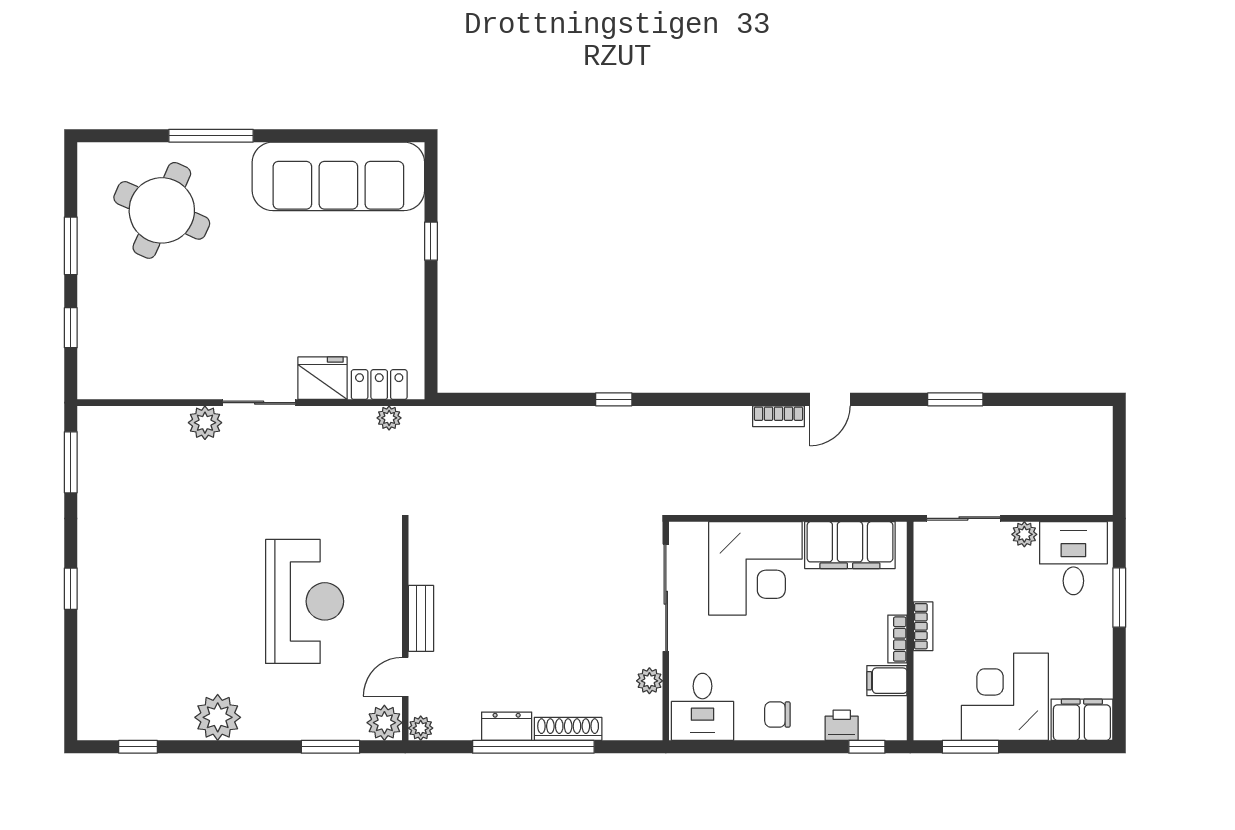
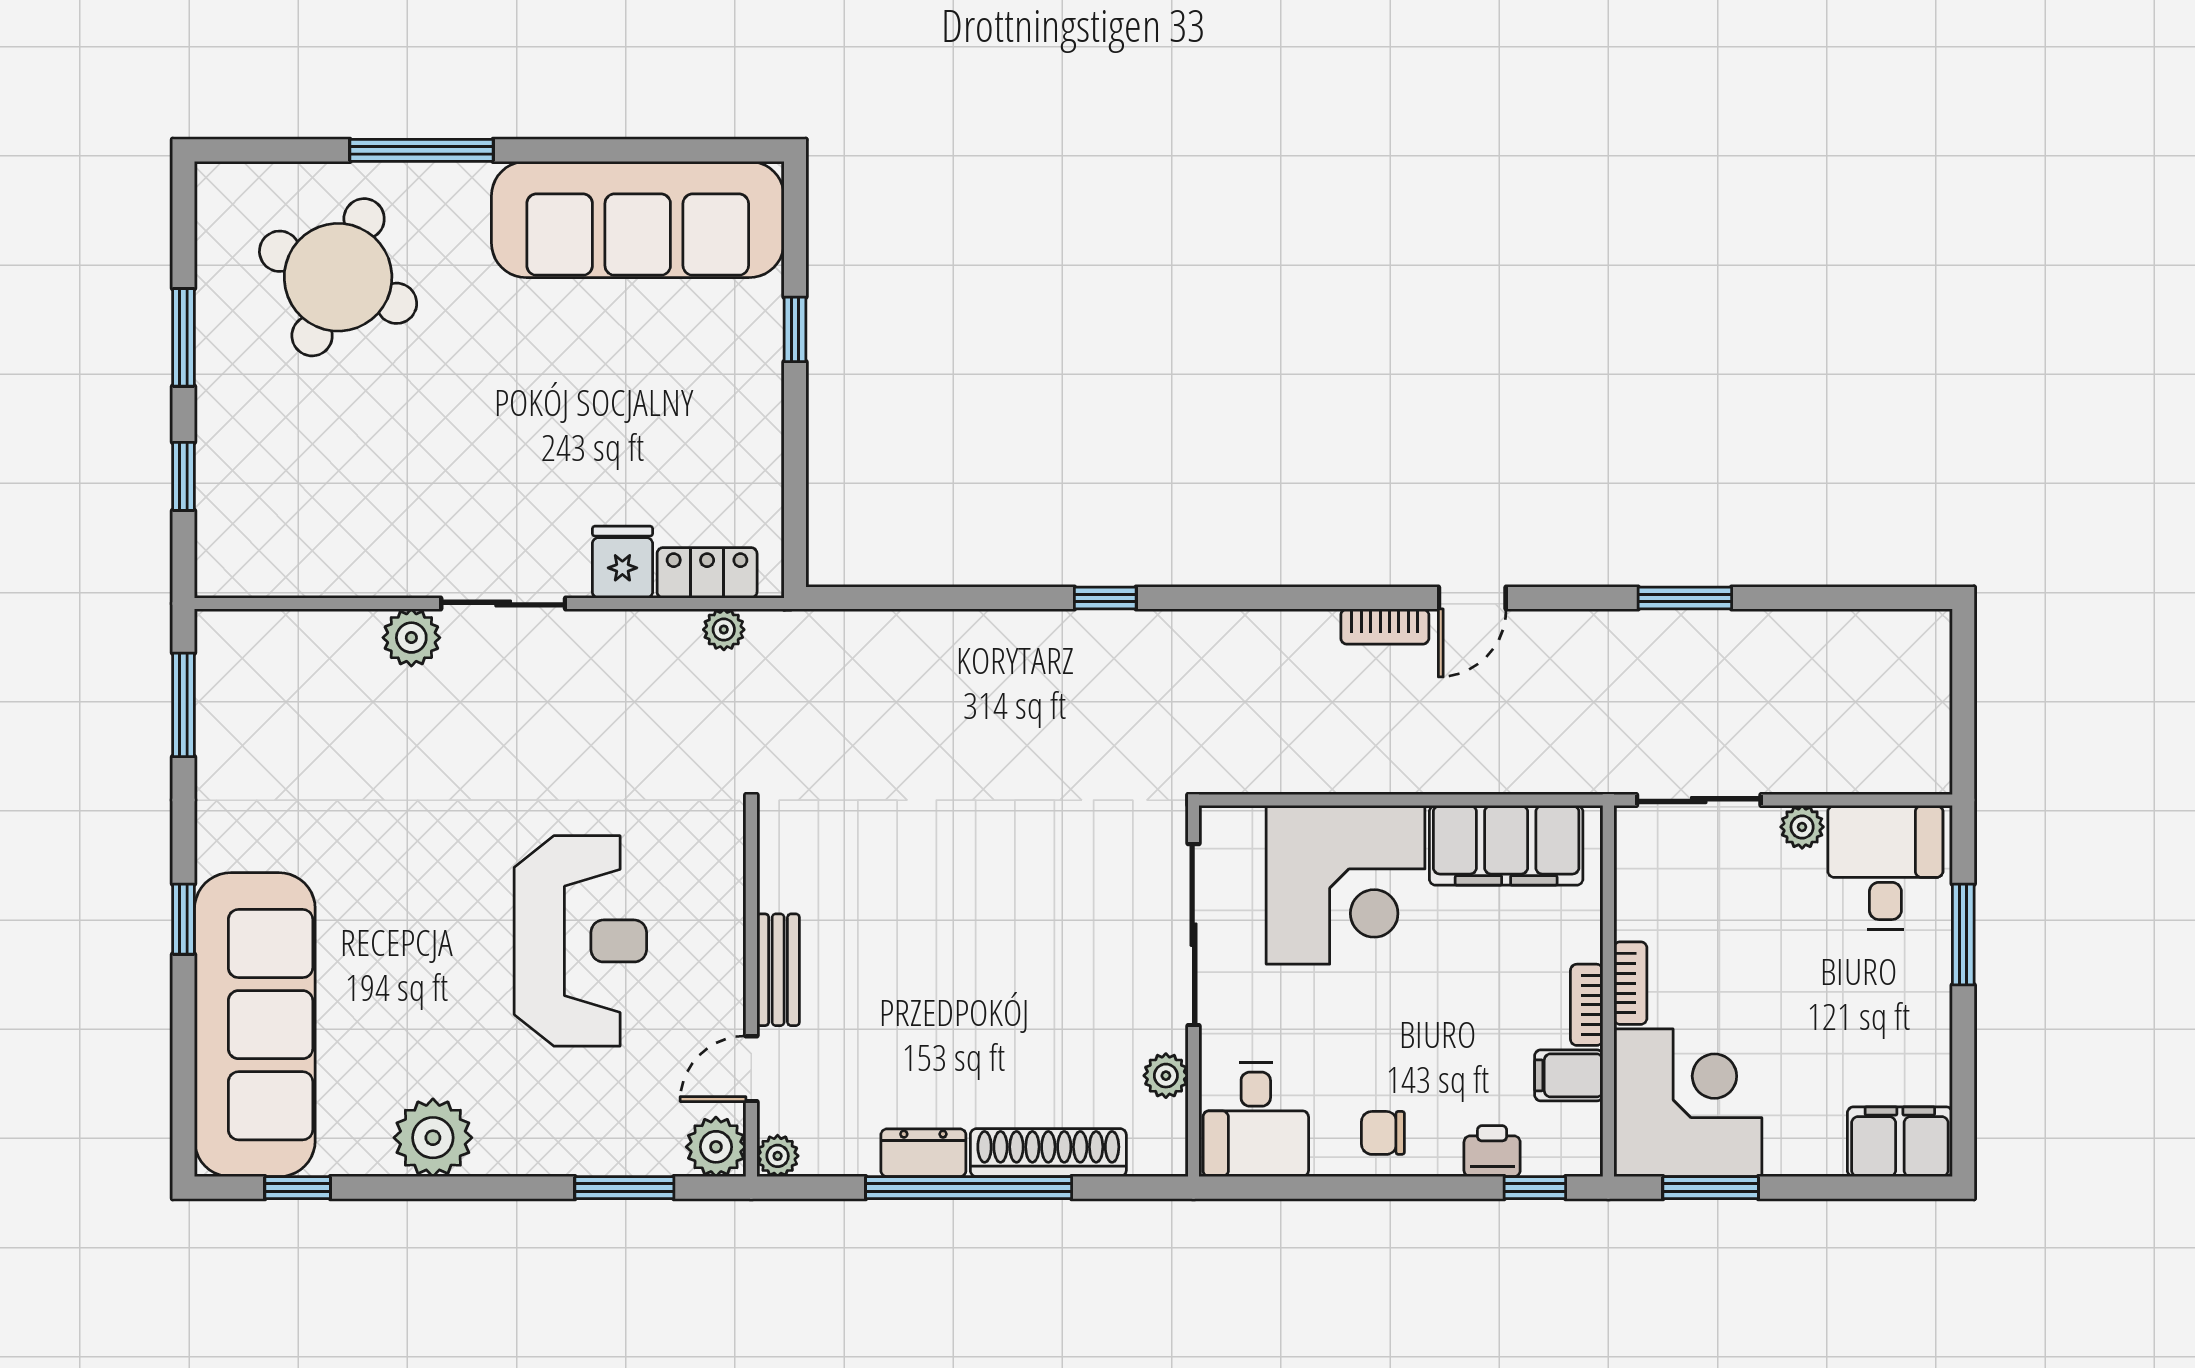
fridge: (323, 378) -> (622, 562), width x0.72
sofa: (113, 651) -> (255, 1025), added
corner desk: (1005, 697) -> (1688, 1103), moved, turned 90
shoe rack: (568, 729) -> (1048, 1153), width x1.36, depth x1.24

